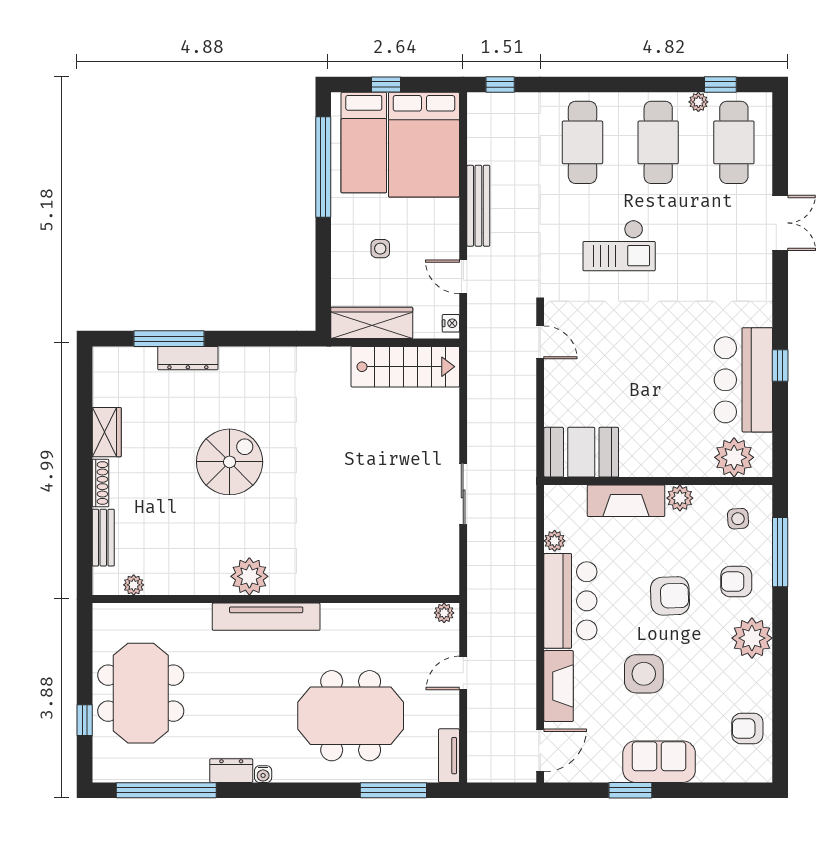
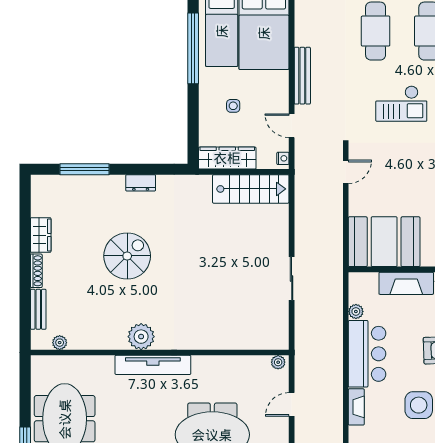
door: (540, 342) -> (346, 172), hinge flipped
dresser: (188, 358) -> (141, 183), moved, width x0.70
booth: (581, 452) -> (384, 242), width x1.36, depth x1.42
fireplace: (559, 686) -> (356, 407), width x0.73, depth x0.76

